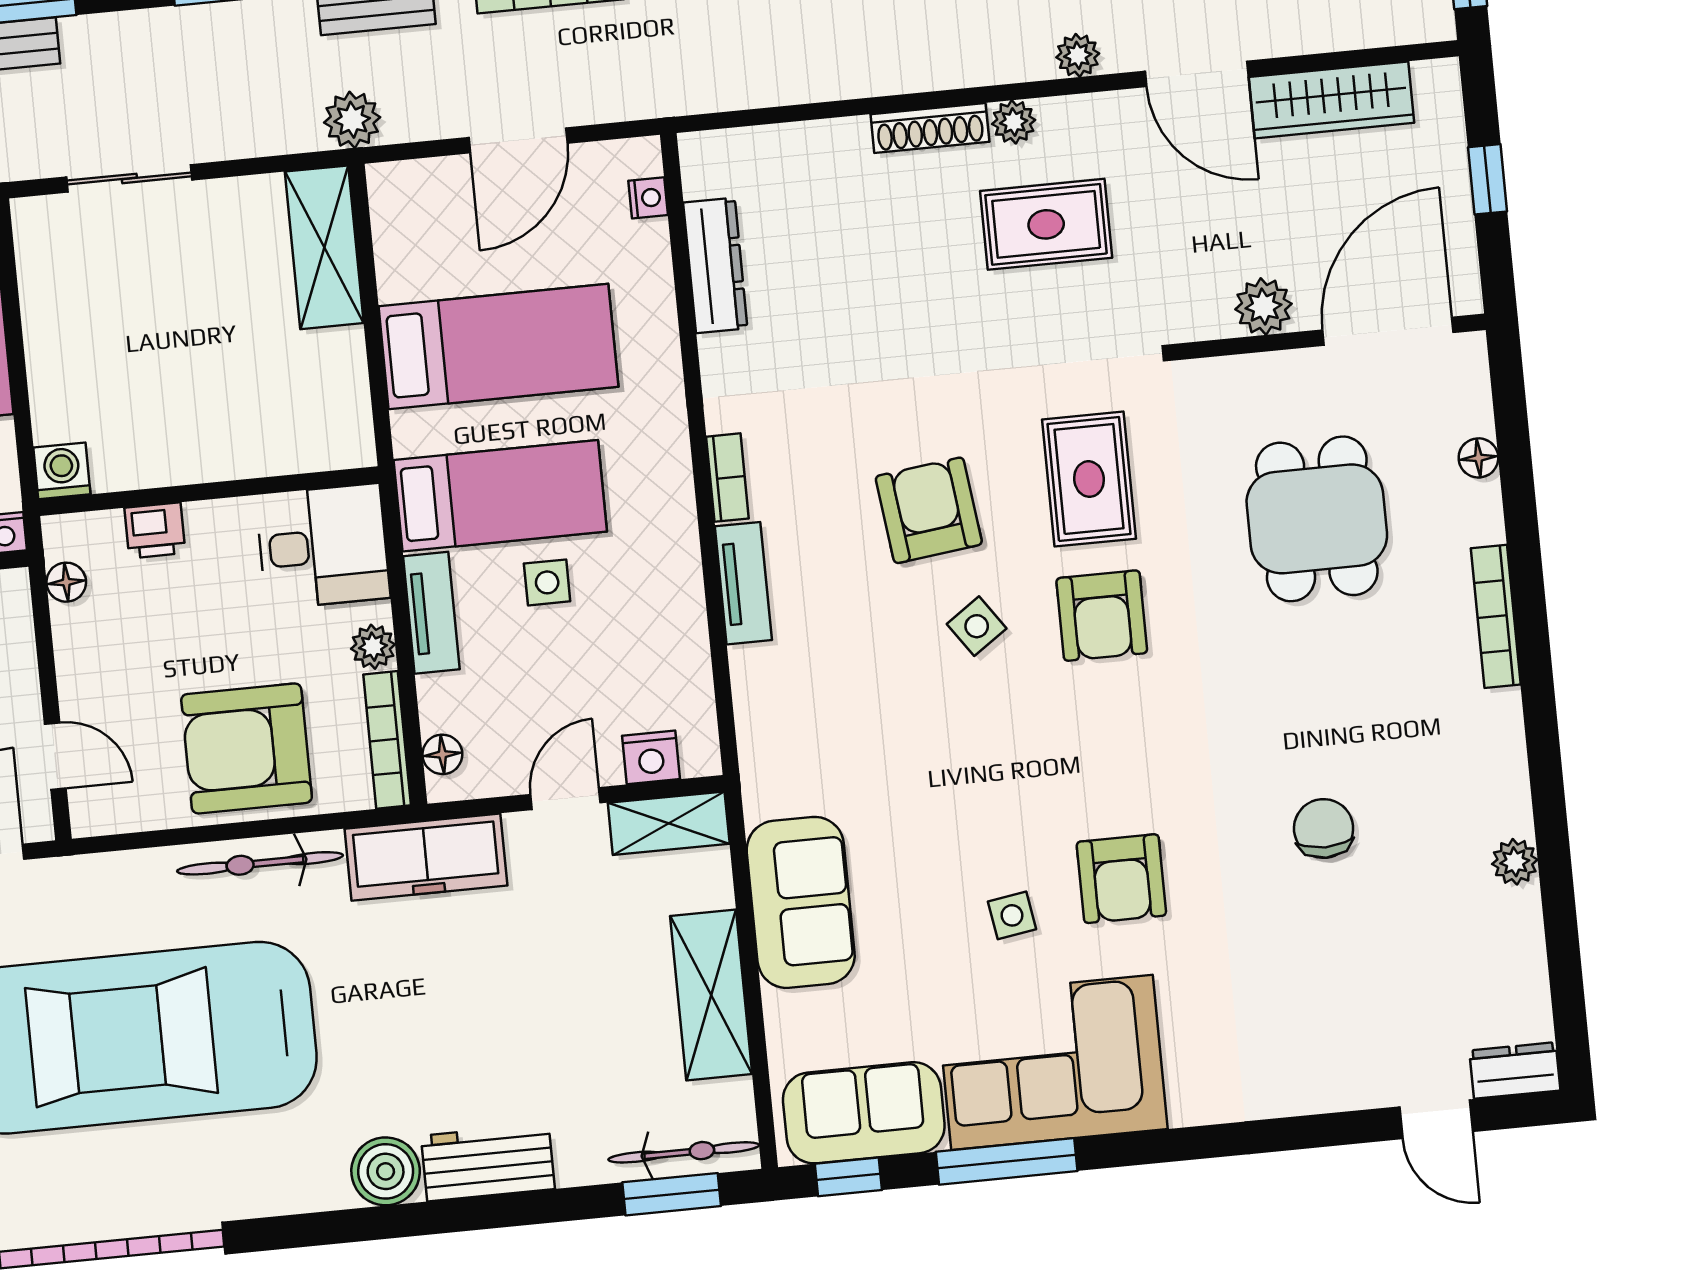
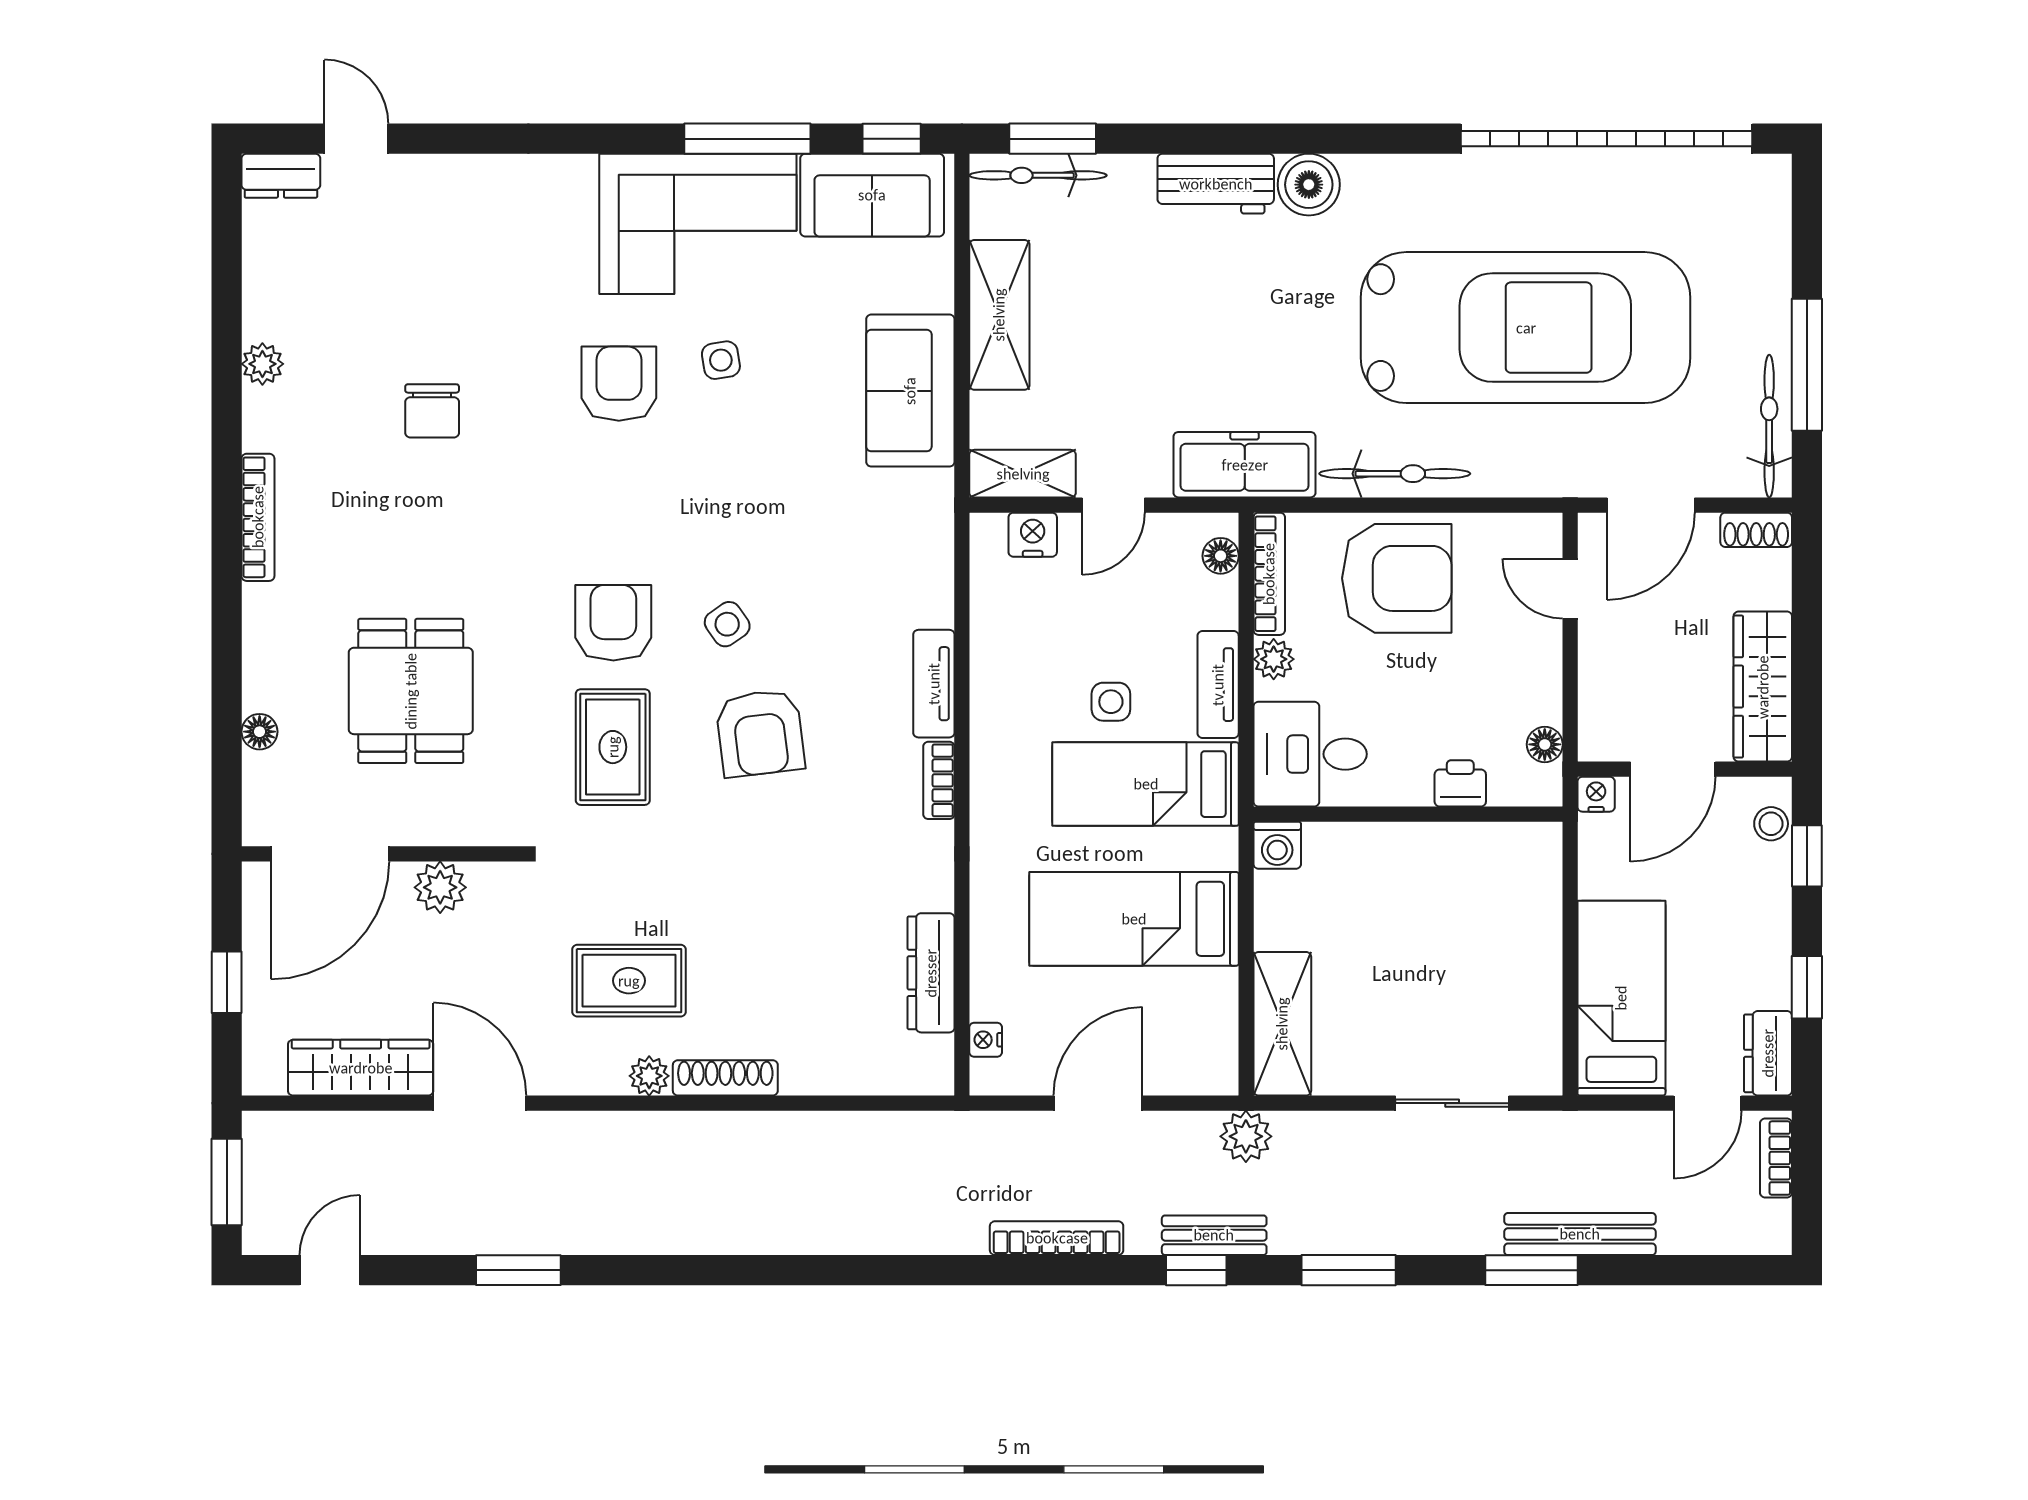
plant: (1078, 55) -> (585, 1130), removed
washing machine: (62, 471) -> (1277, 845), moved
bookcase: (1496, 616) -> (258, 517), moved

